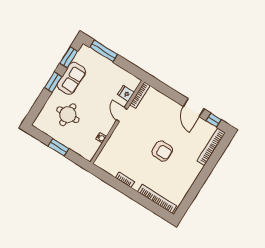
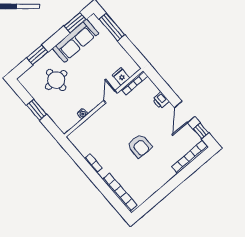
sofa: (71, 78) -> (76, 41), width x1.36
window: (53, 82) -> (37, 55), moved
printer: (169, 104) -> (161, 100), added

